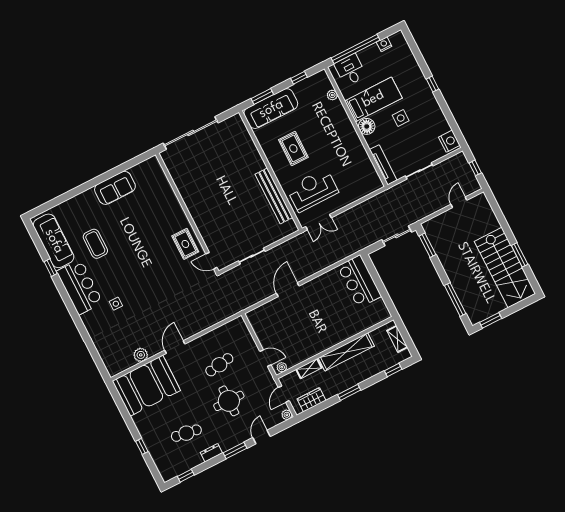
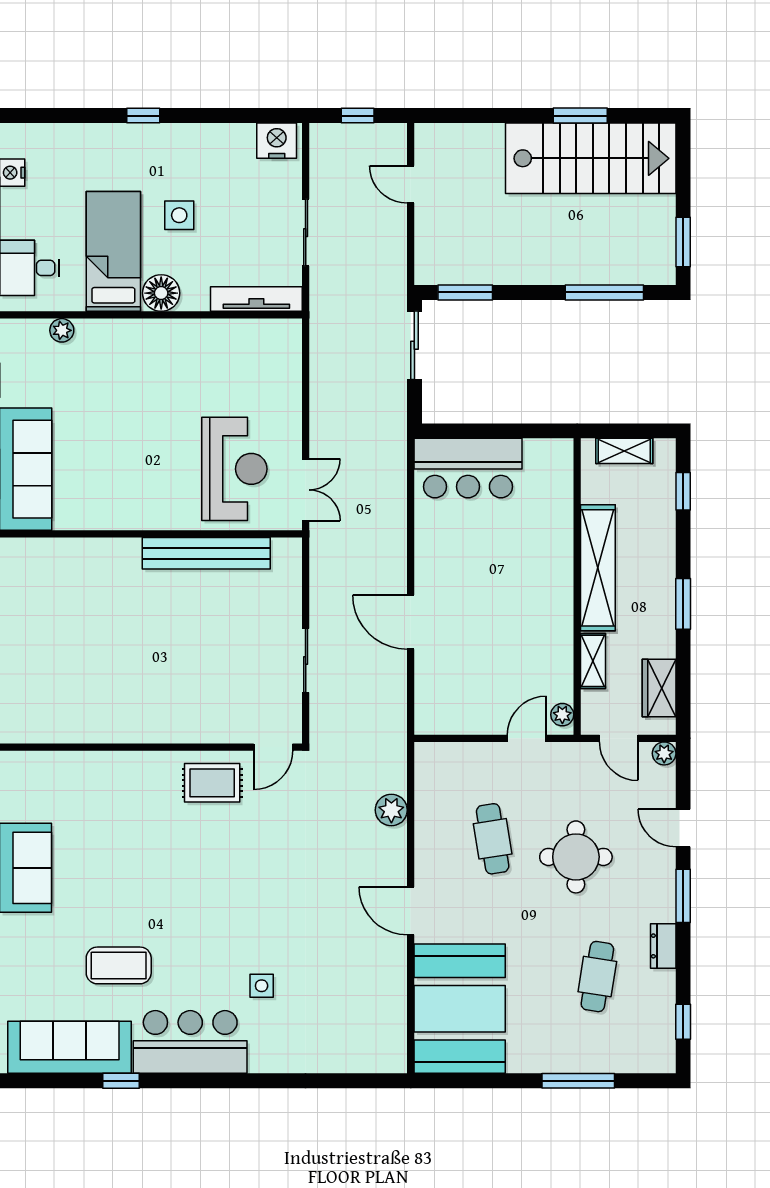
rug: (293, 149) -> (130, 465), removed
reception desk: (313, 190) -> (234, 469), turned 180
plant: (141, 355) -> (391, 810), moved
window: (142, 446) -> (578, 1081), width x2.17

